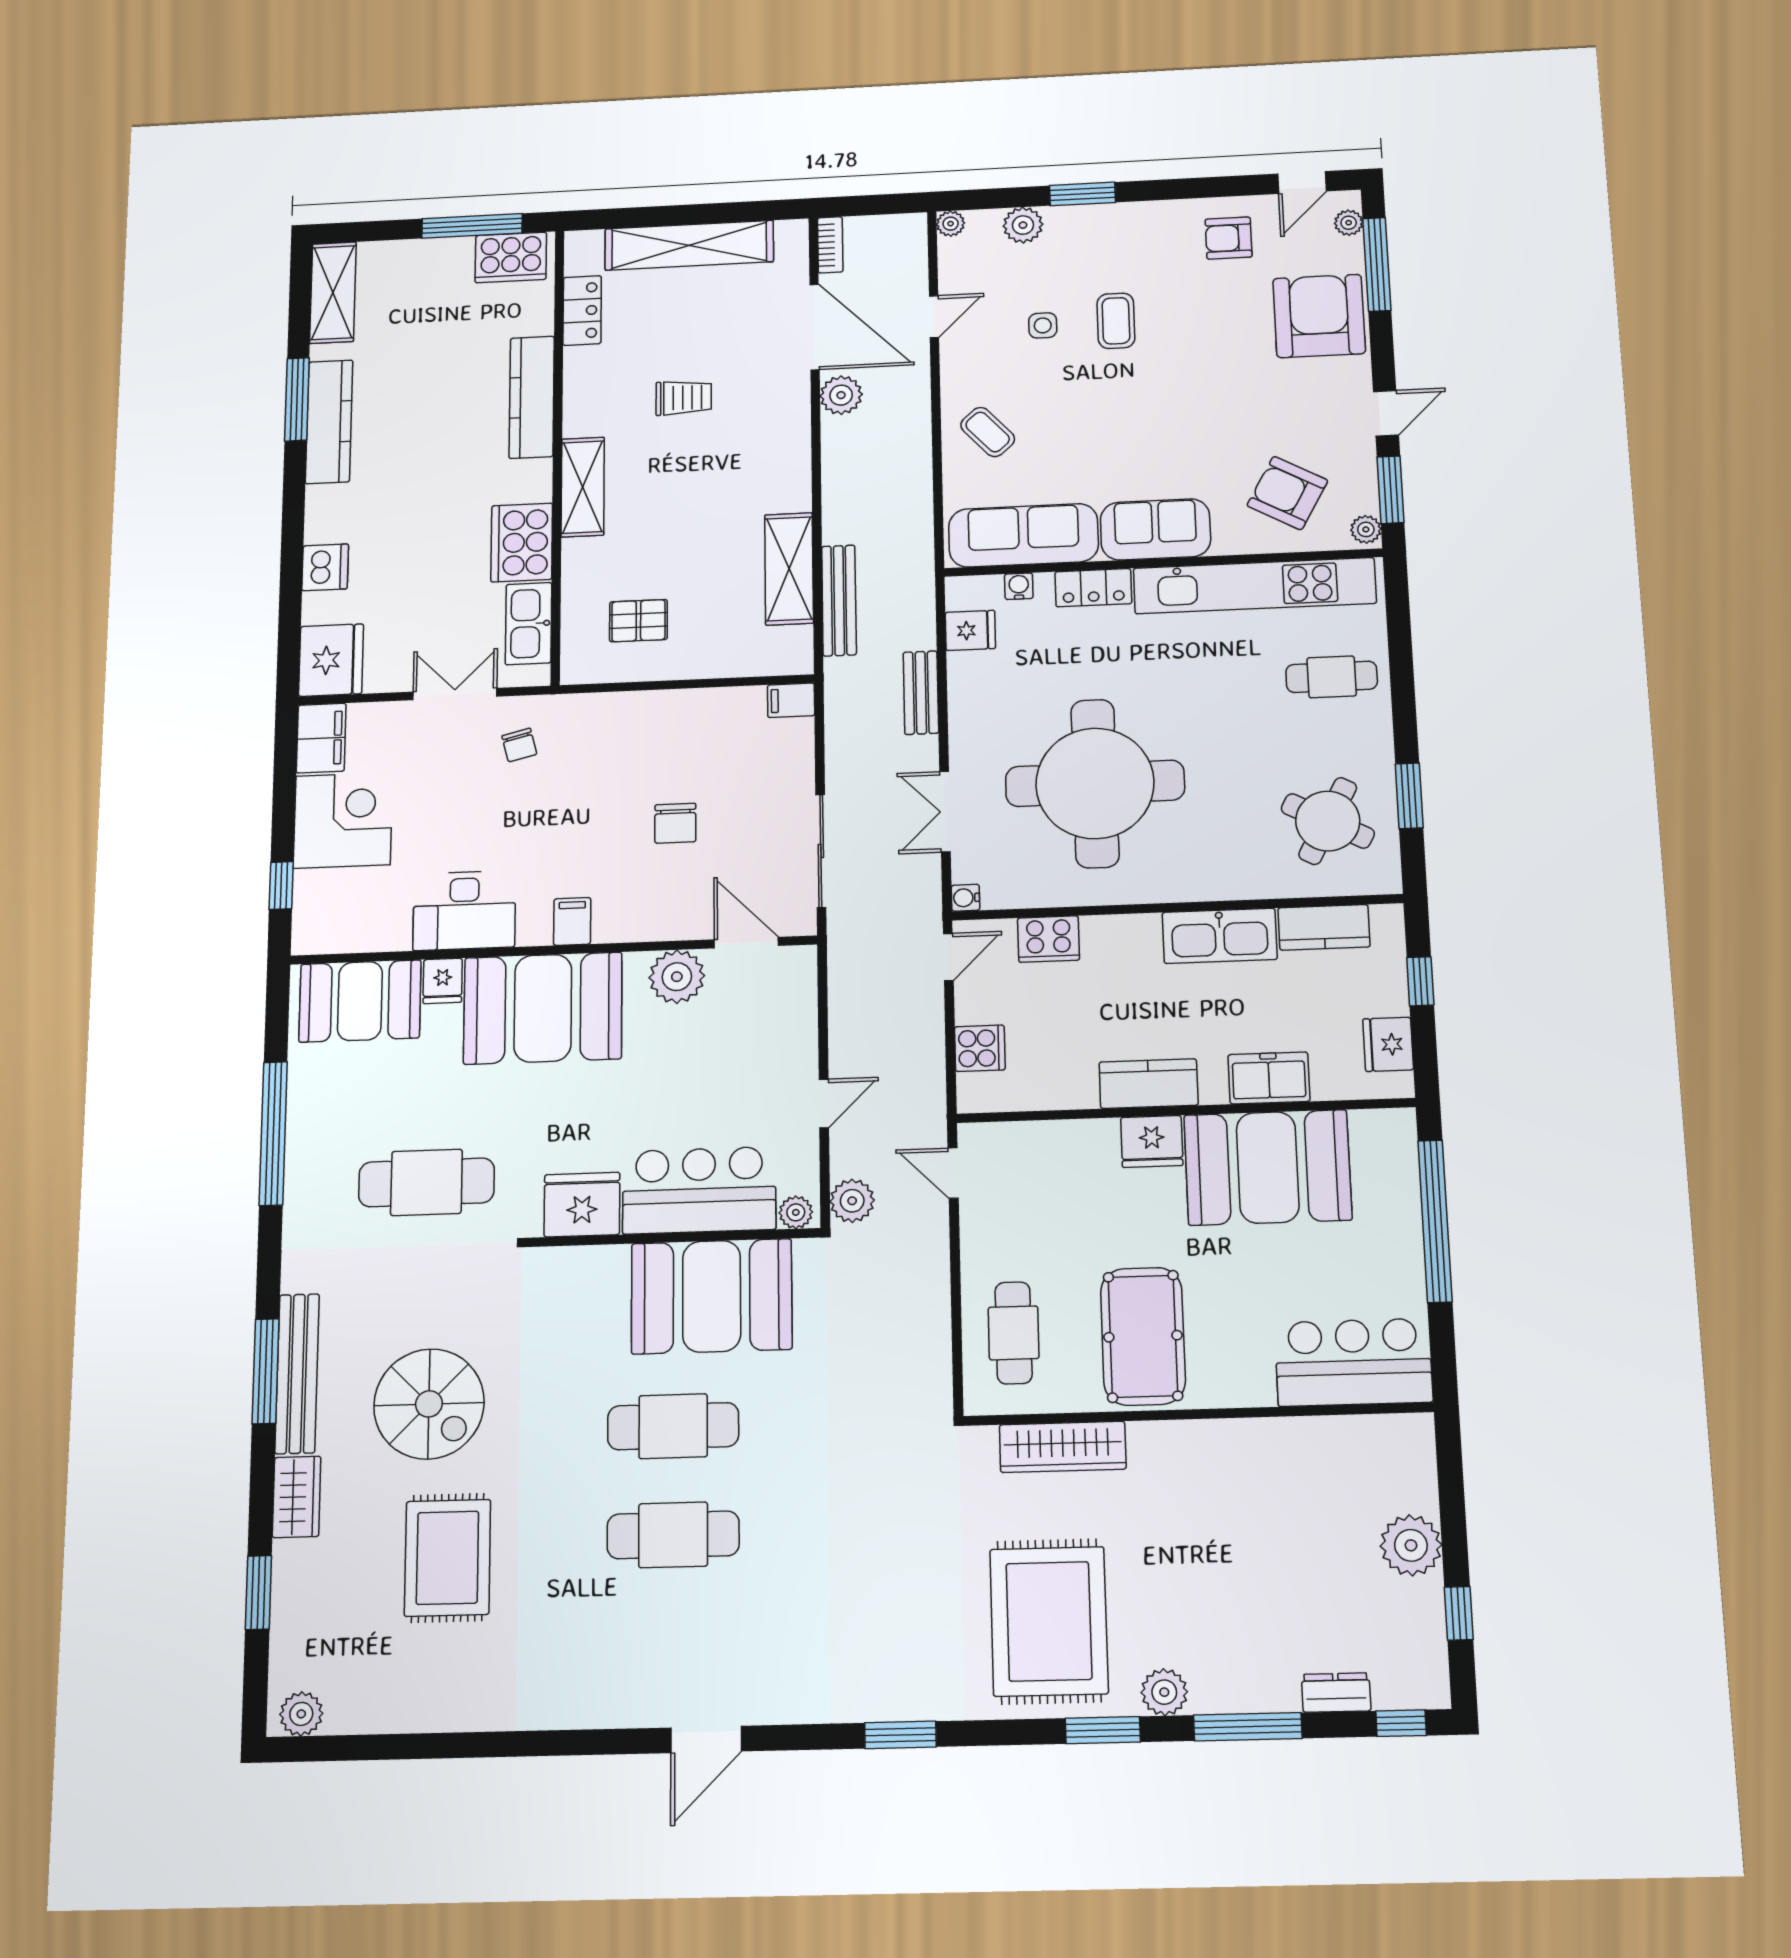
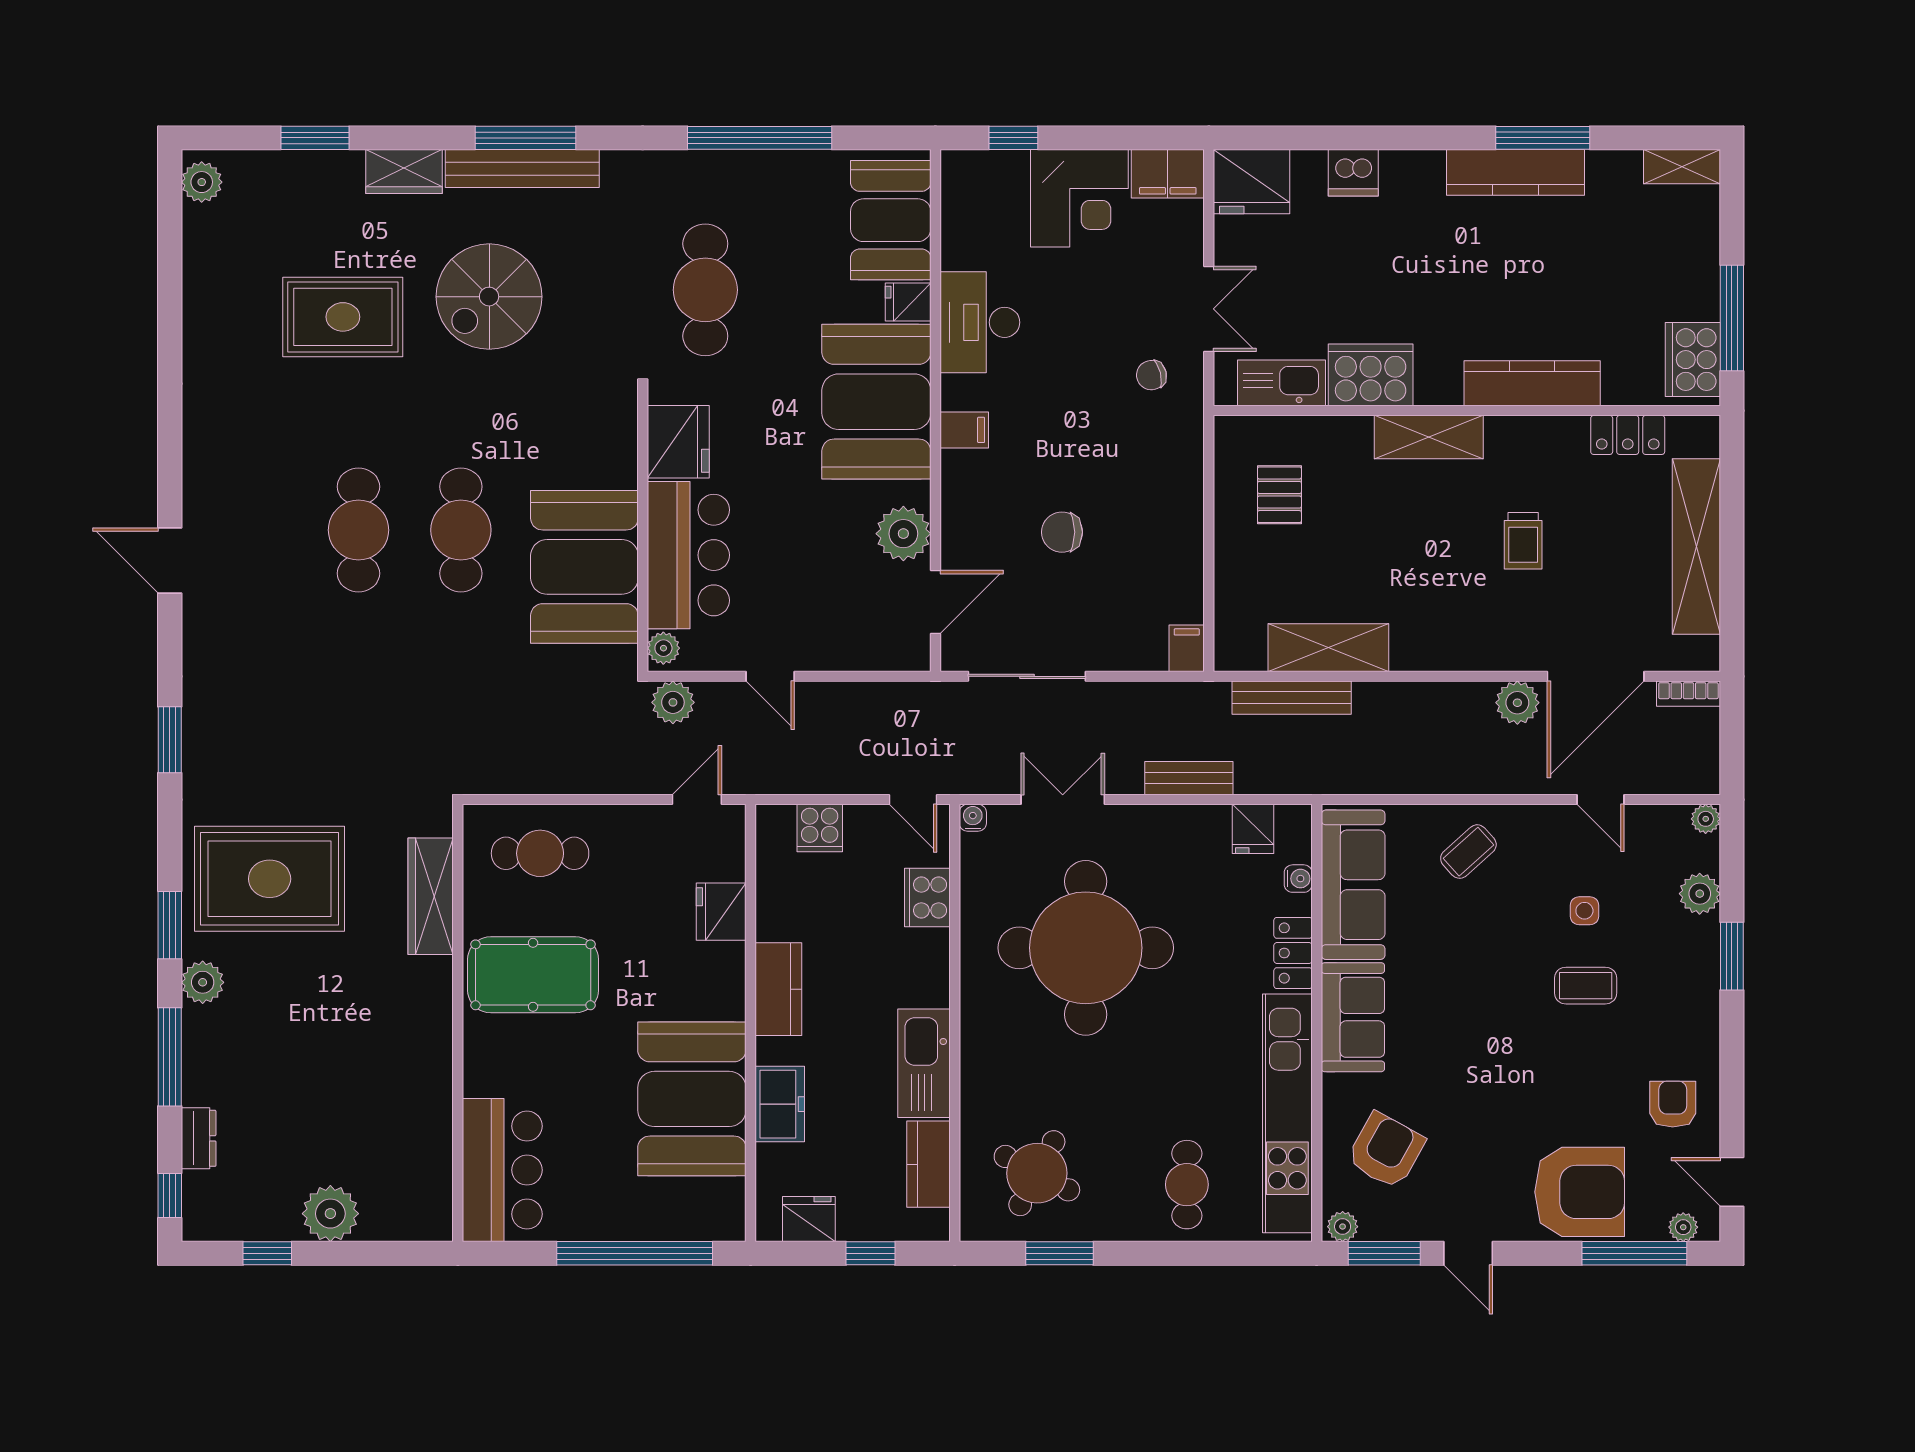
shelving: (333, 293) -> (1682, 167), width x0.67, depth x0.75
fridge: (1152, 1141) -> (721, 912), moved

